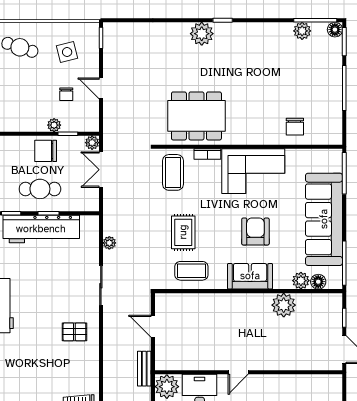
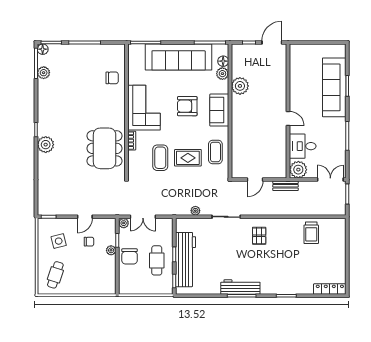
coffee table: (173, 172) -> (160, 158), moved, turned 90

